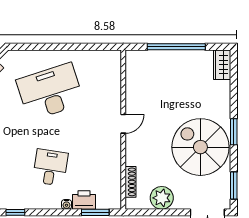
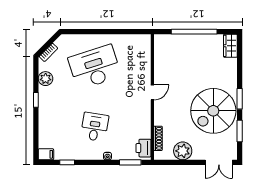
spiral stairs: (200, 147) -> (213, 111), turned -90
window: (234, 185) -> (240, 131), moved
printer: (84, 200) -> (143, 148), moved, turned -90

